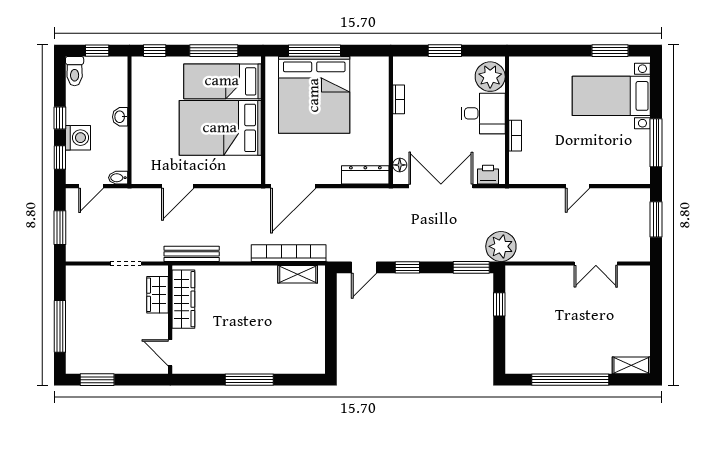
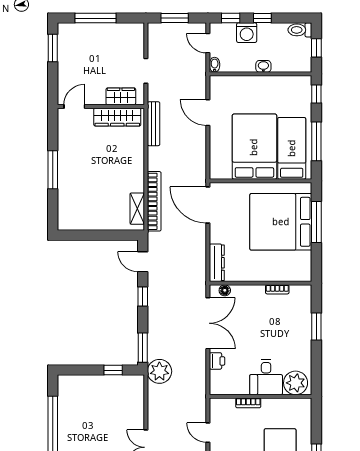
plant: (490, 77) -> (296, 383), moved
desk: (483, 113) -> (266, 377), moved
wall: (507, 120) -> (261, 396), moved
bookcase: (515, 136) -> (248, 403), moved

